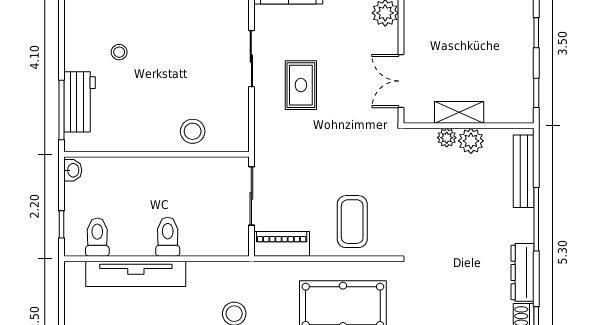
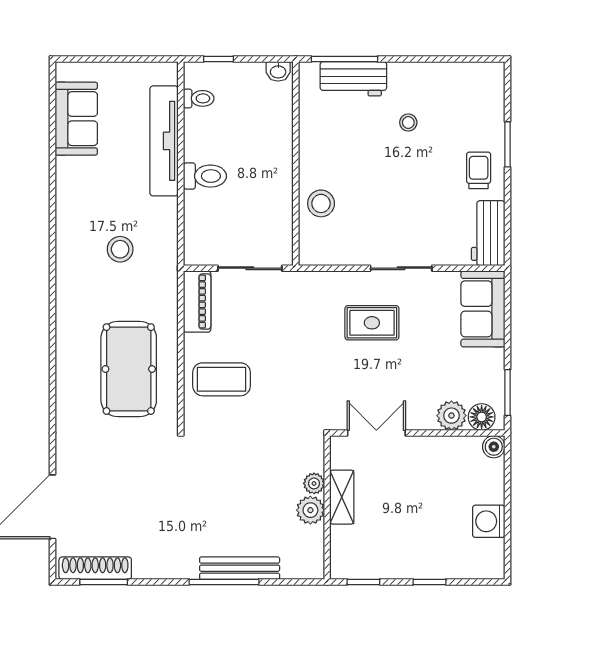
bench: (524, 171) -> (240, 568), moved
toilet: (97, 237) -> (199, 98), width x0.73, depth x0.72
dresser: (522, 272) -> (165, 567), removed

